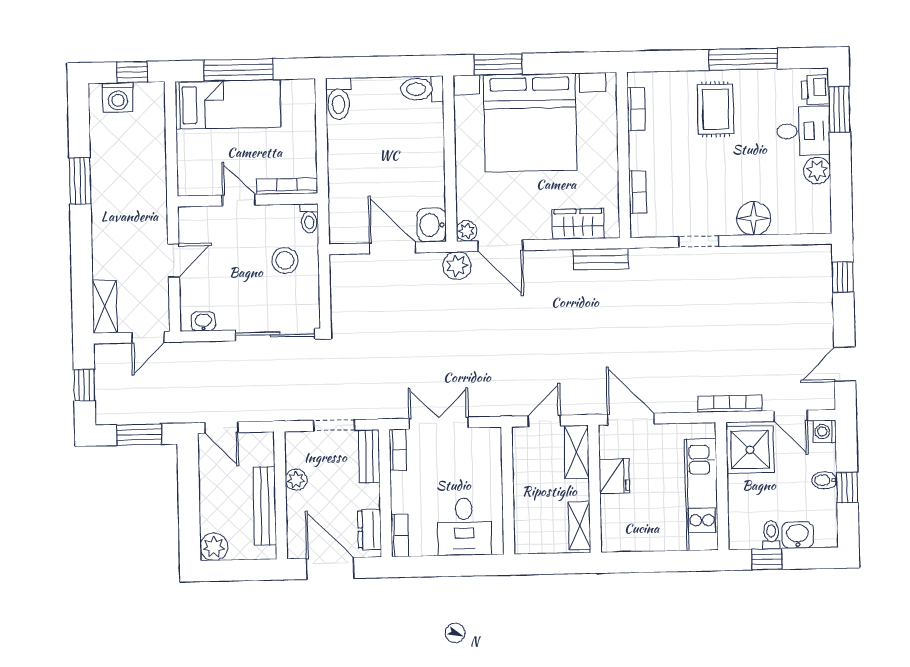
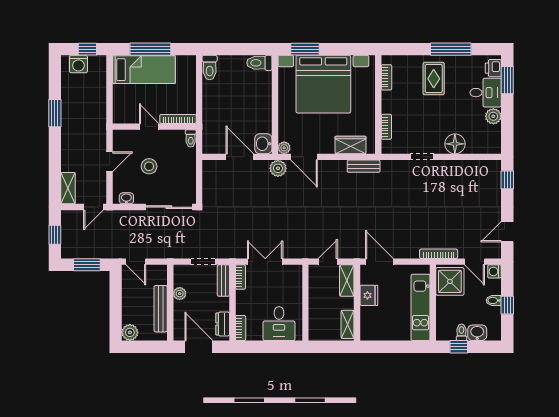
stool: (285, 260) -> (149, 166), moved

